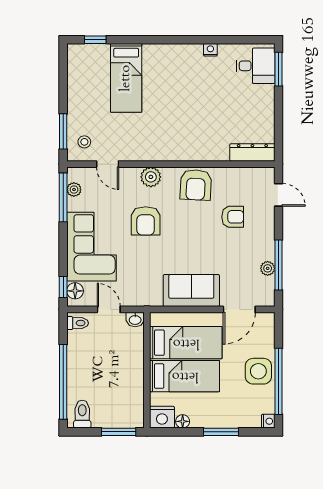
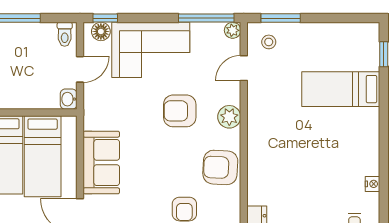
plant: (74, 190) -> (233, 30), moved

